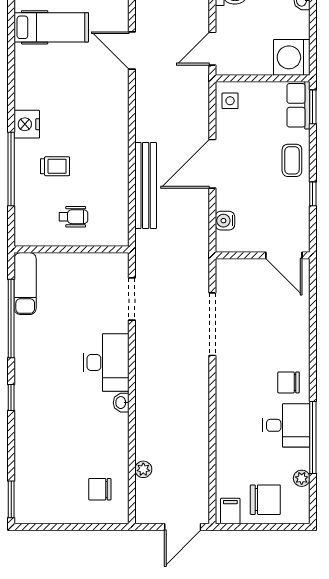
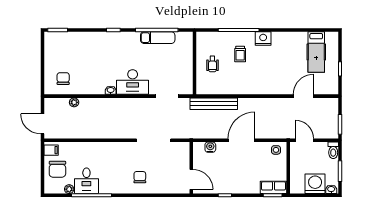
washing machine: (292, 57) -> (315, 184), moved
coffee table: (292, 160) -> (243, 184), removed
door: (212, 164) -> (241, 140), hinge flipped
bench: (146, 185) -> (214, 104), moved
door: (284, 255) -> (191, 179), swing flipped
exam couch: (25, 284) -> (158, 38), moved
chair: (289, 382) -> (140, 177), moved
desk: (286, 425) -> (86, 181), moved

